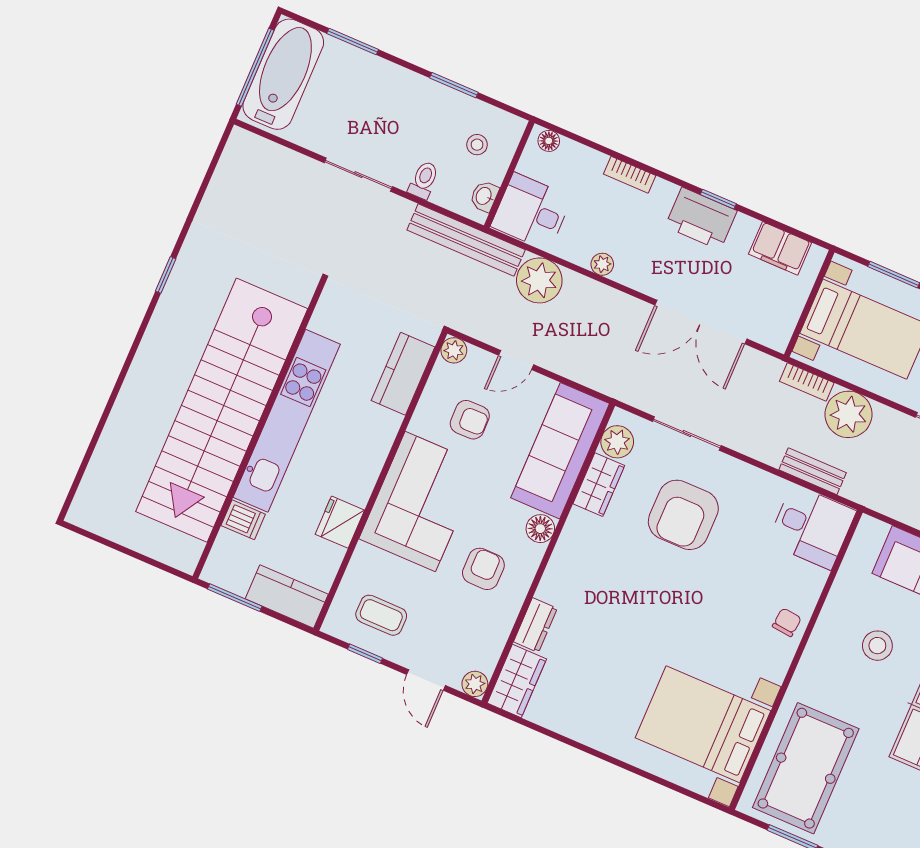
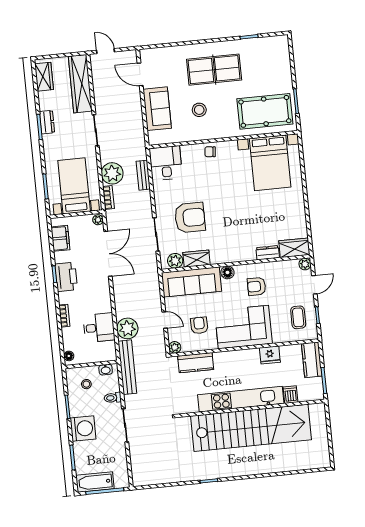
bathtub: (283, 74) -> (95, 482), width x0.73, depth x0.73
washing machine: (397, 92) -> (83, 428), added
desk: (531, 212) -> (99, 328), moved, turned -90
plant: (602, 264) -> (98, 220), moved

